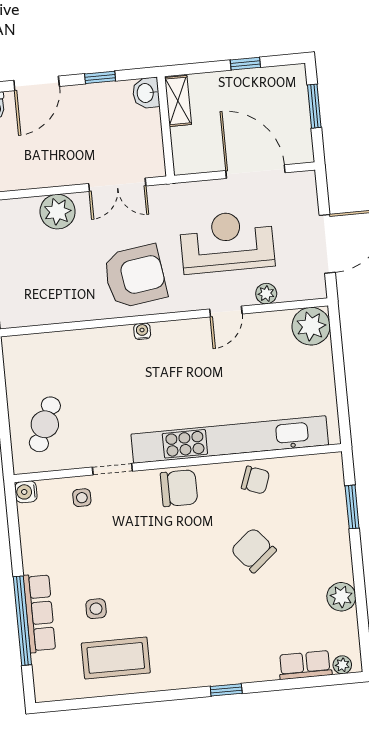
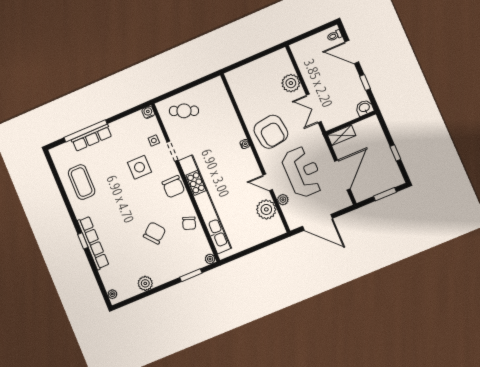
shelving: (178, 101) -> (342, 135), moved
plant: (311, 326) -> (266, 209), moved
plant: (333, 462) -> (210, 259), added
side table: (96, 609) -> (140, 167), moved, width x1.87, depth x1.87
row of seats: (305, 665) -> (93, 243), moved, width x2.02

